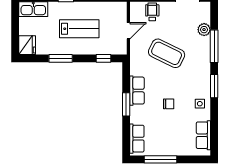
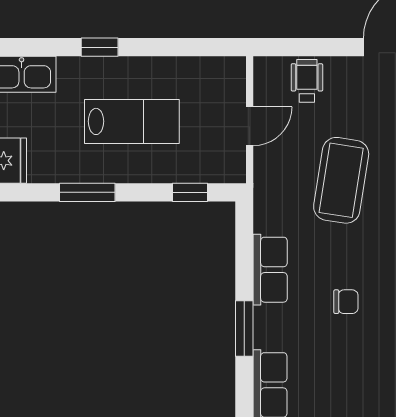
coffee table: (167, 53) -> (341, 180), turned 73
window: (126, 104) -> (244, 329), moved

